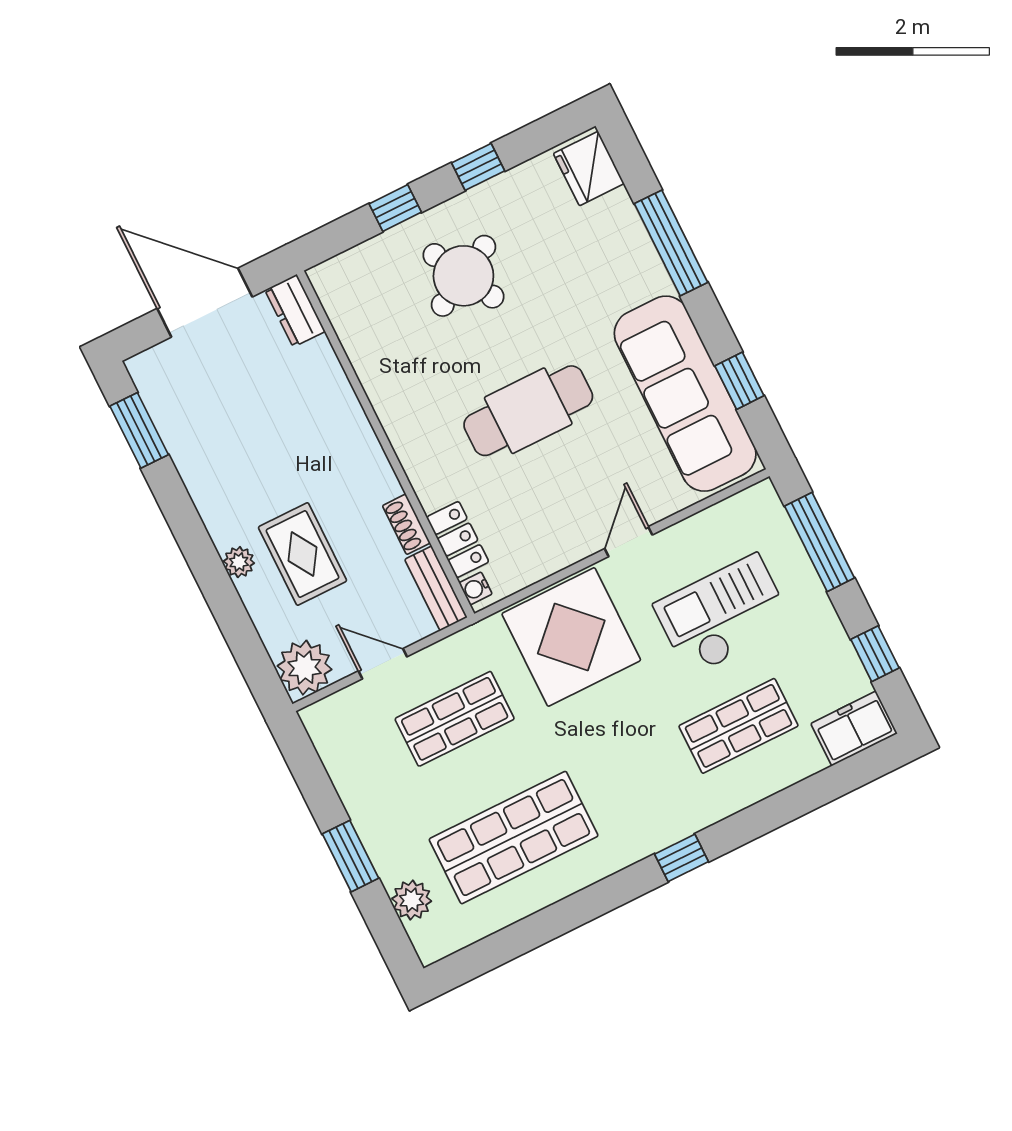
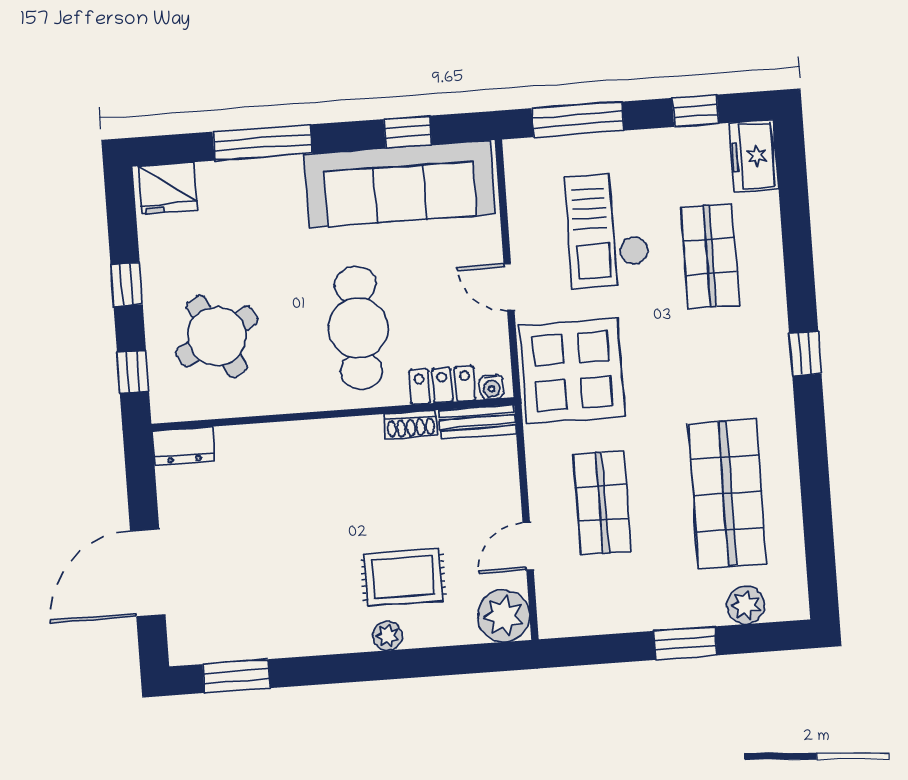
dresser: (295, 311) -> (183, 446), moved
wall: (386, 444) -> (333, 414), moved
shoe rack: (406, 524) -> (411, 425), moved
locker: (458, 540) -> (442, 385), moved
bench: (436, 588) -> (477, 422), moved
water cooler: (476, 588) -> (492, 387), moved

